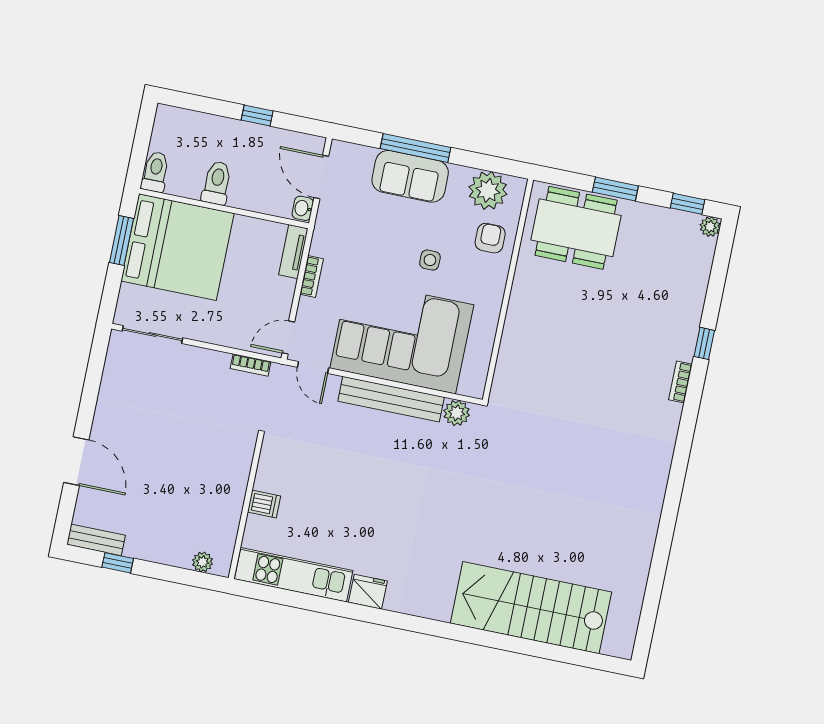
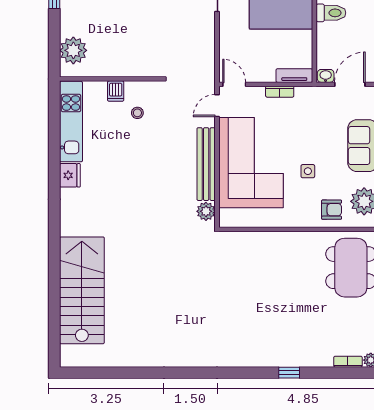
bookcase: (251, 365) -> (210, 62), removed
bookcase: (680, 382) -> (348, 362), moved
stool: (300, 480) -> (137, 113), added
plant: (203, 562) -> (73, 50), width x1.87, depth x1.87

